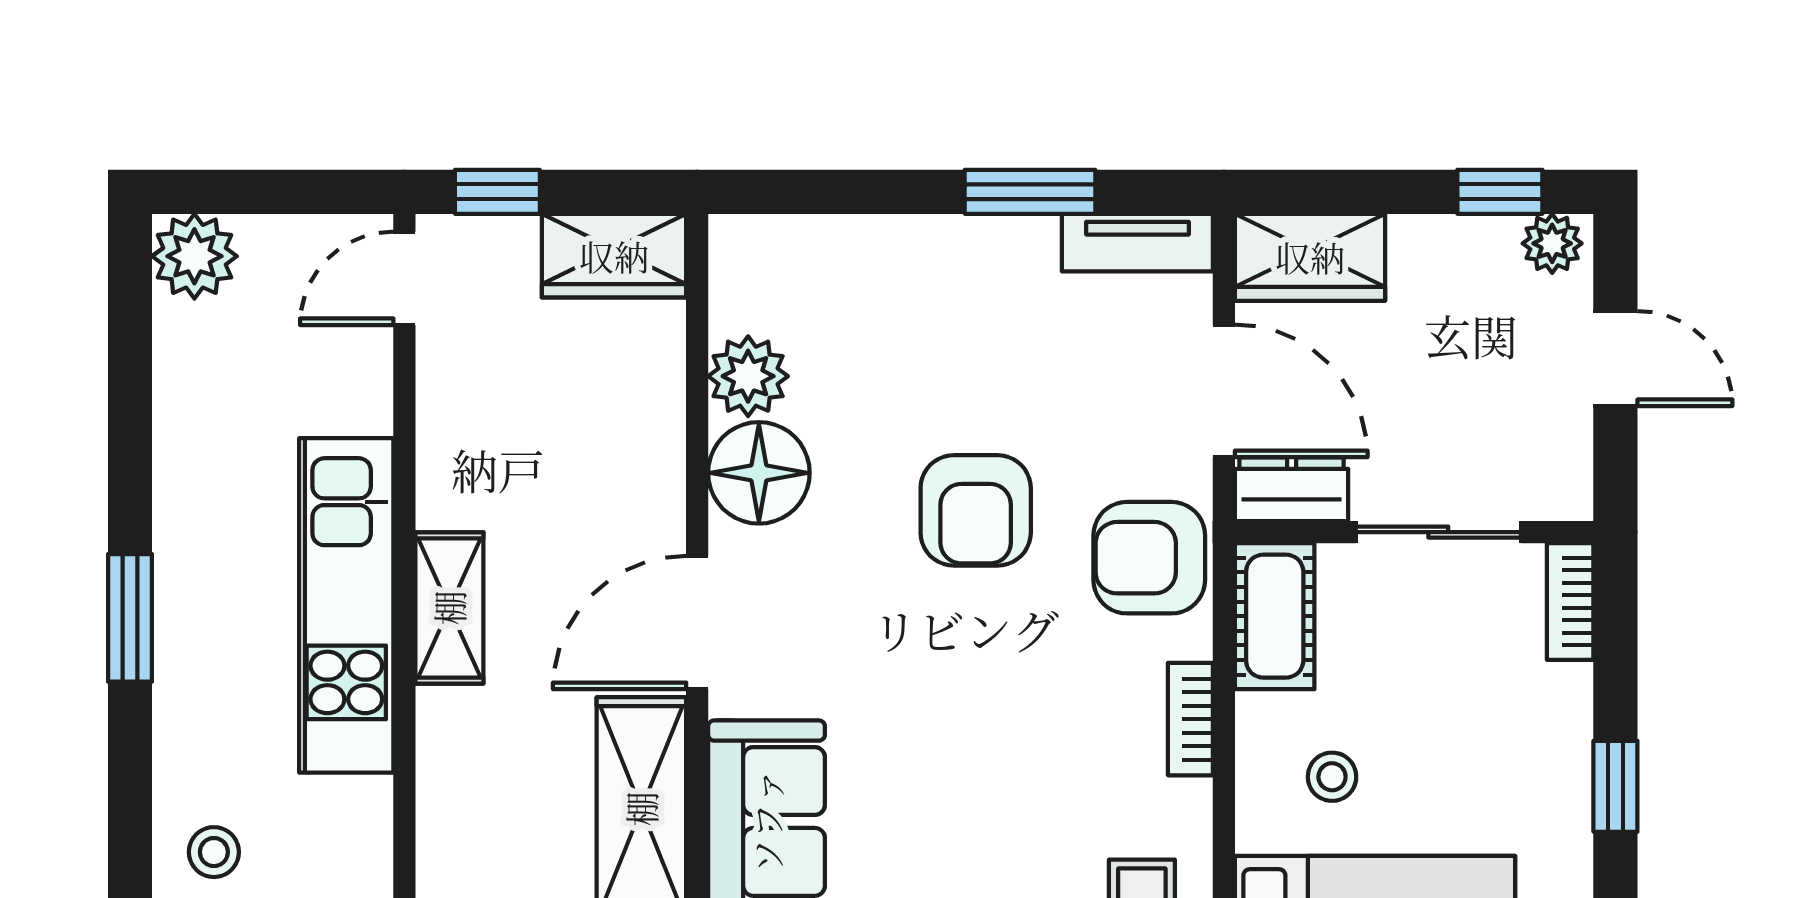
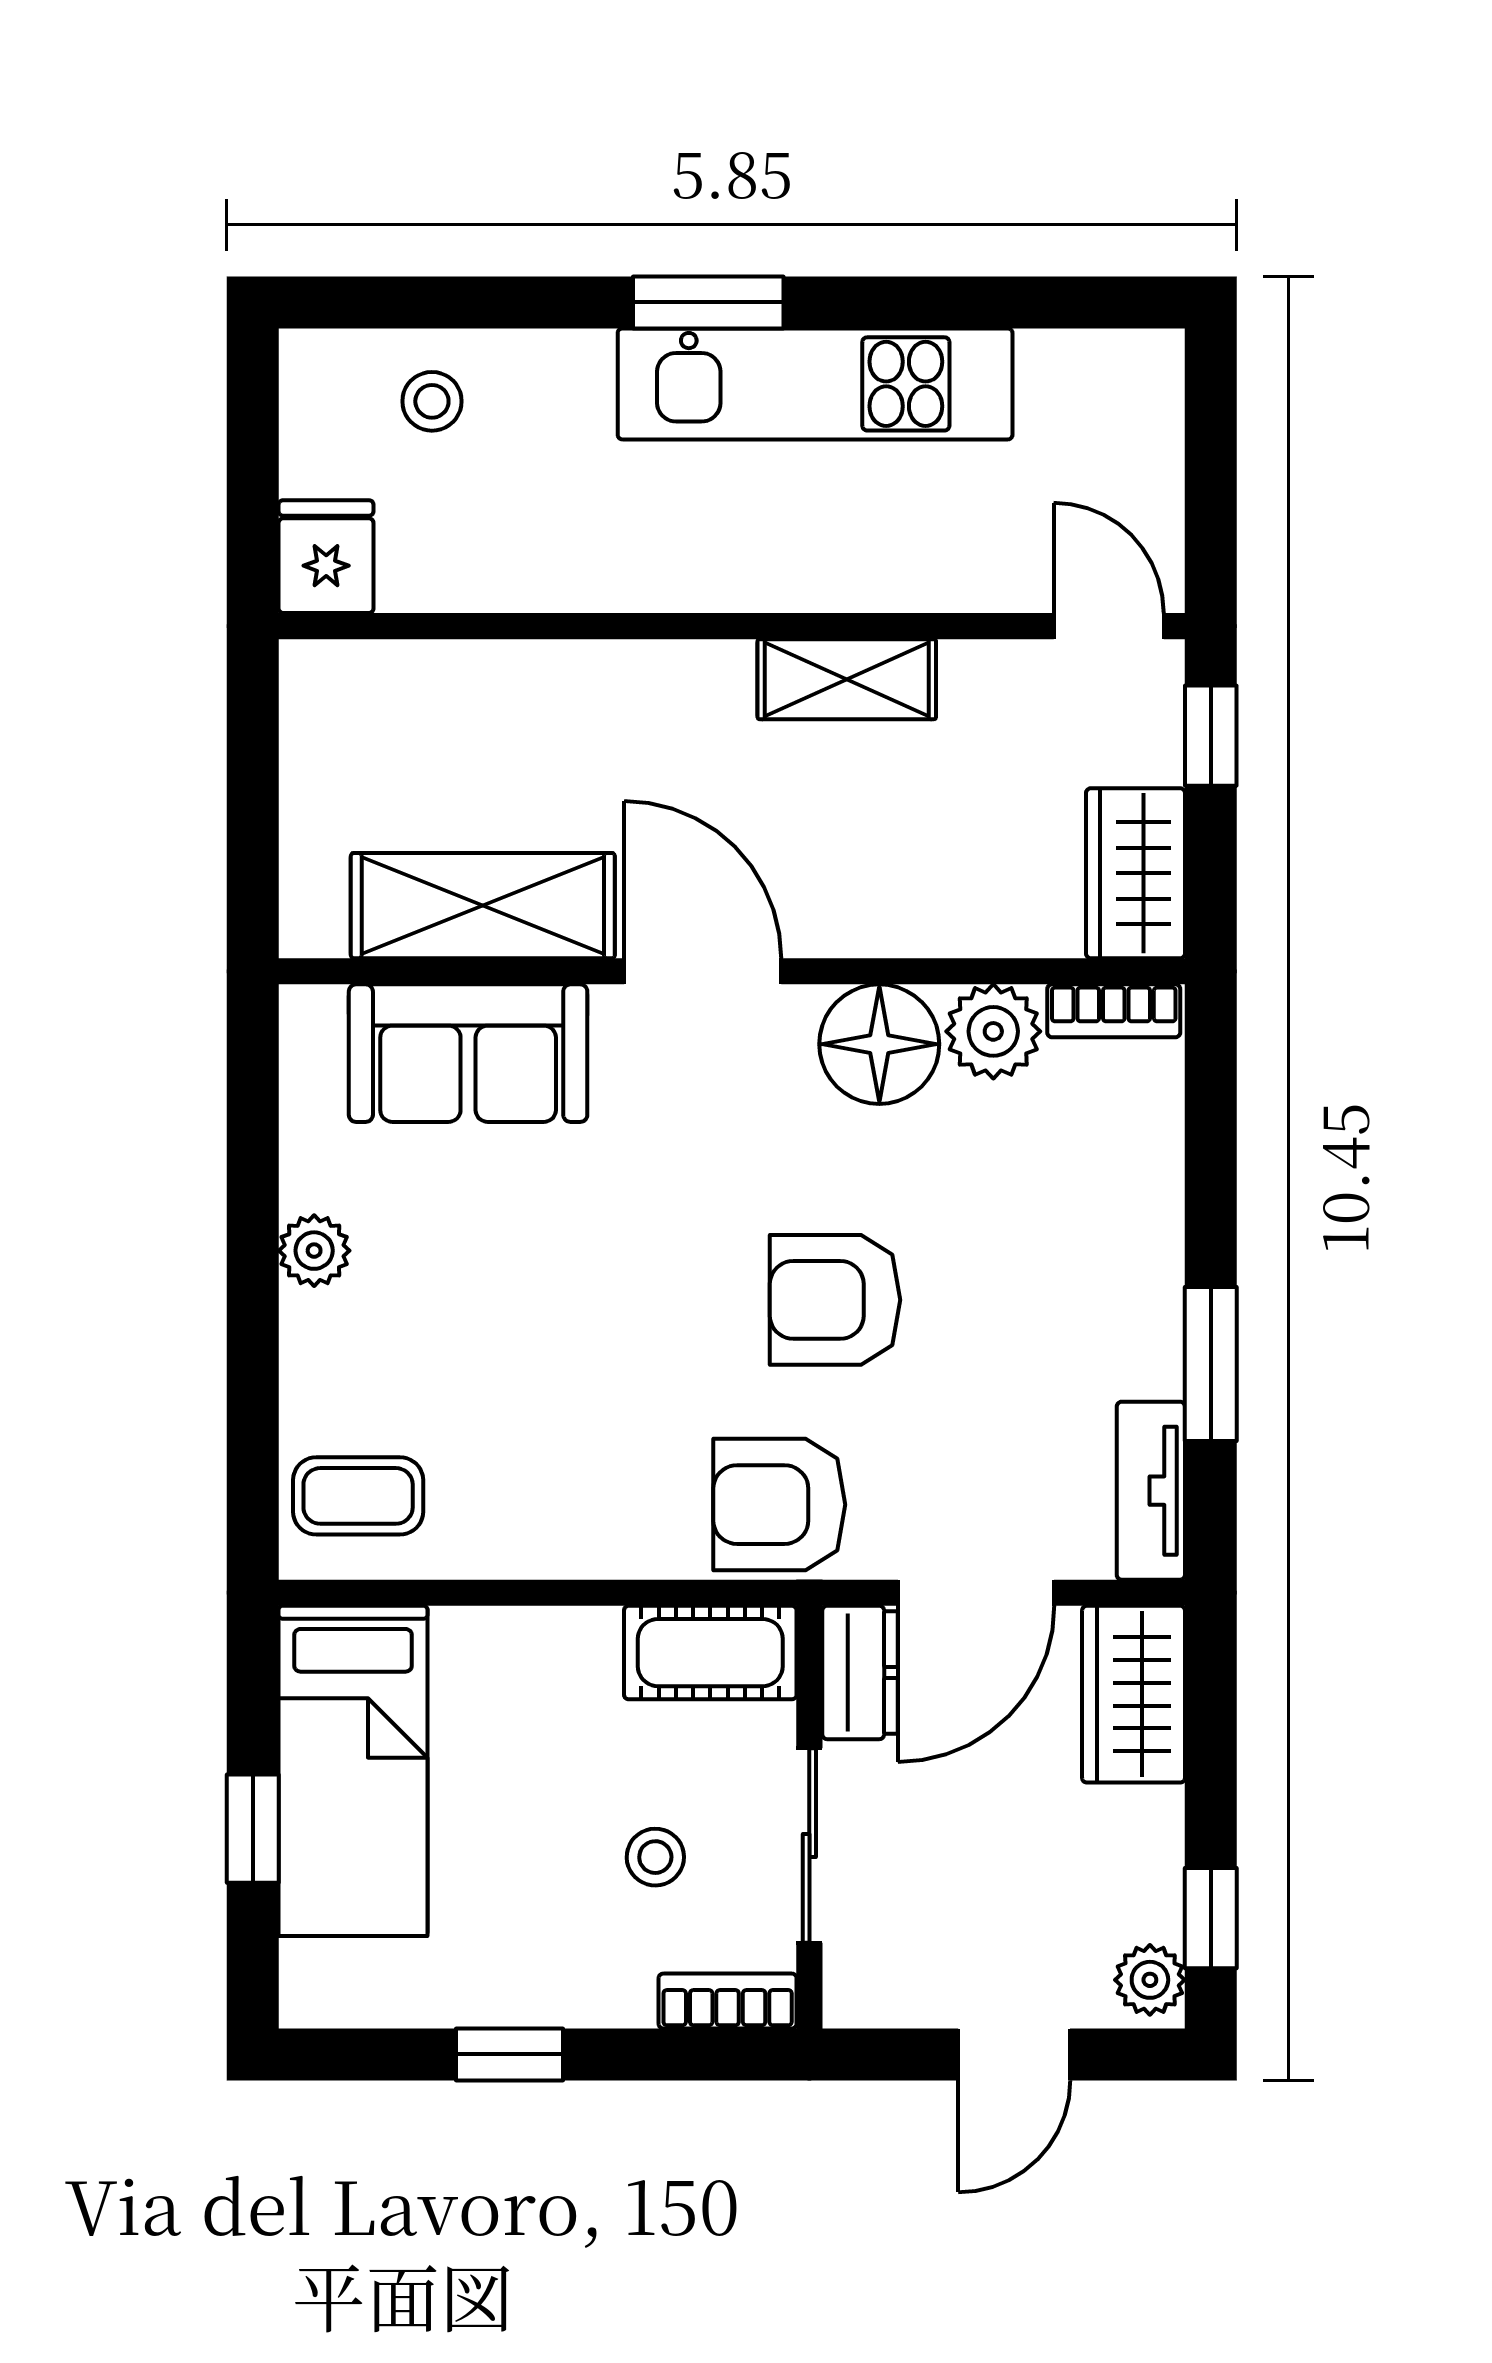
plant: (194, 256) -> (1135, 378), removed
armchair: (1149, 558) -> (779, 1505), turned -90
kitchen unit: (346, 605) -> (815, 384), moved, turned 180
shelving: (449, 608) -> (847, 679), moved
bookcase: (1190, 719) -> (1114, 1011), moved, turned 180
stool: (1332, 777) -> (655, 1857), moved

